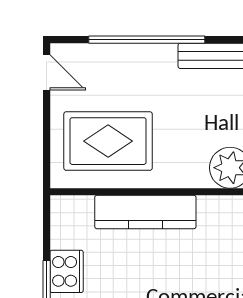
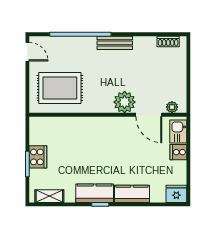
kitchen counter: (145, 212) -> (80, 126), removed

